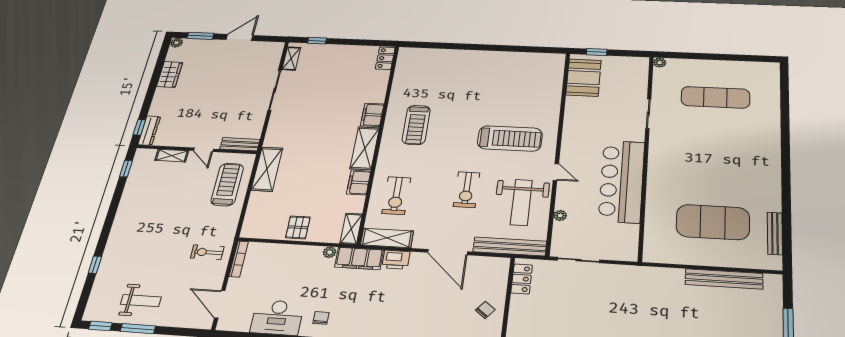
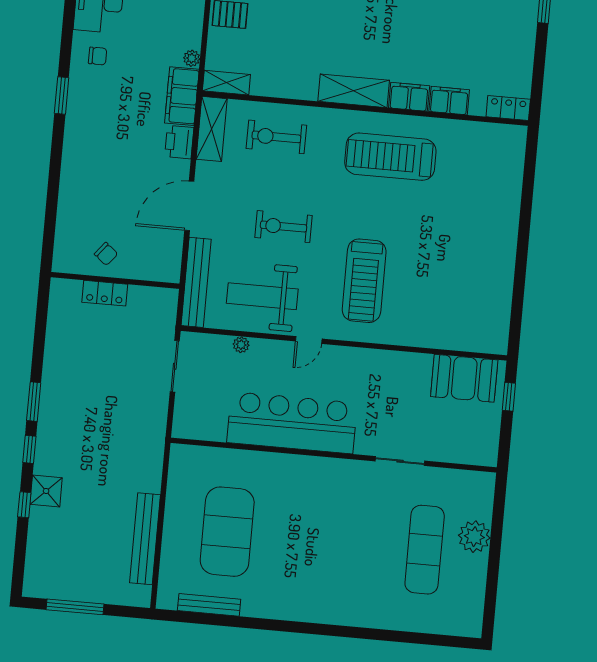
plant: (660, 63) -> (474, 537), moved, width x1.87, depth x1.87
treadmill: (416, 125) -> (390, 157), width x1.37, depth x1.38
filing cabinet: (359, 182) -> (449, 101), moved
locker: (522, 279) -> (105, 293), moved

